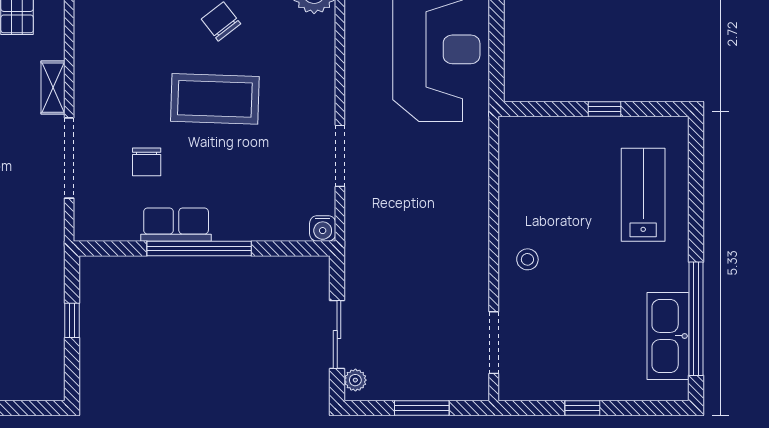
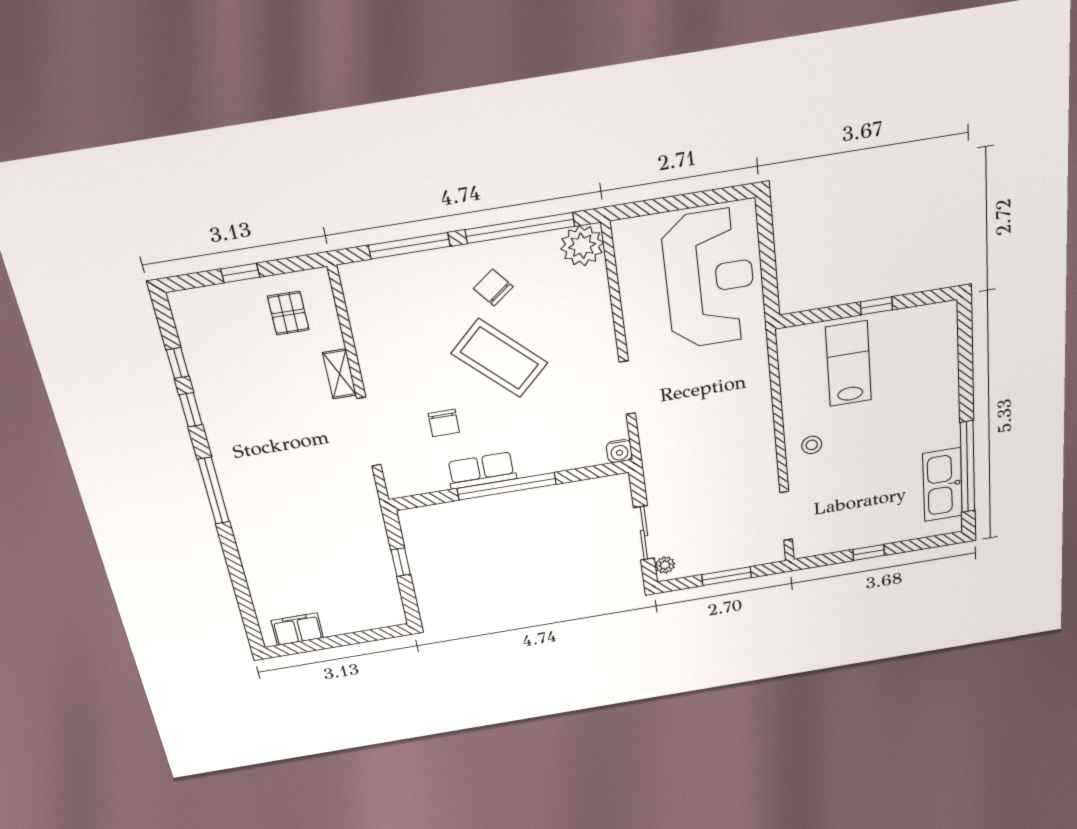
coffee table: (215, 99) -> (499, 358), turned 43
lab bench: (643, 195) -> (849, 364), moved

